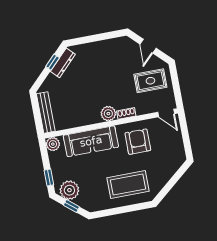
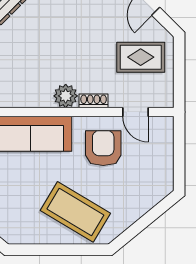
door: (166, 113) -> (135, 112), moved
coffee table: (128, 184) -> (75, 212), turned 31

